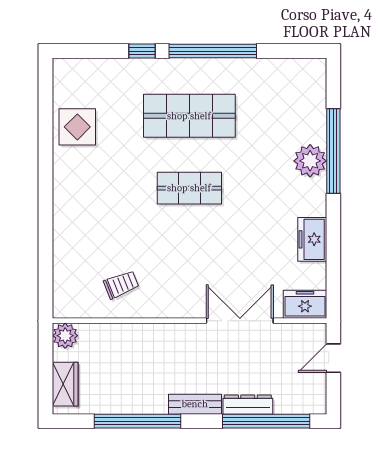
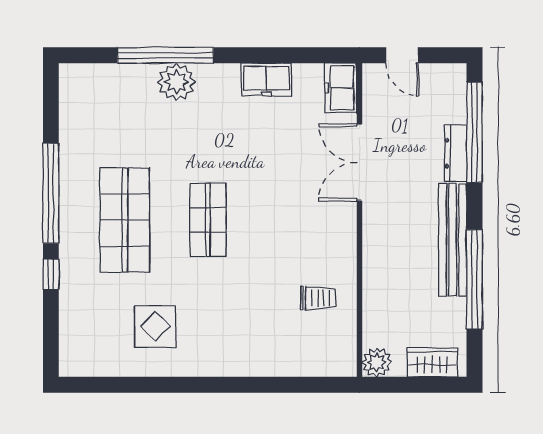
display table: (77, 127) -> (155, 327), moved
trolley: (121, 285) -> (318, 298), turned 112
bench: (195, 404) -> (453, 240), width x1.86, depth x1.21

